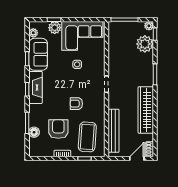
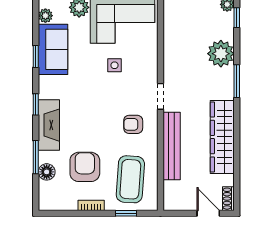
plant: (145, 44) -> (221, 54), moved
fireplace: (35, 87) -> (49, 125), moved
armchair: (76, 104) -> (133, 124), moved
bench: (114, 131) -> (172, 146), moved
door: (137, 158) -> (208, 213), hinge flipped

